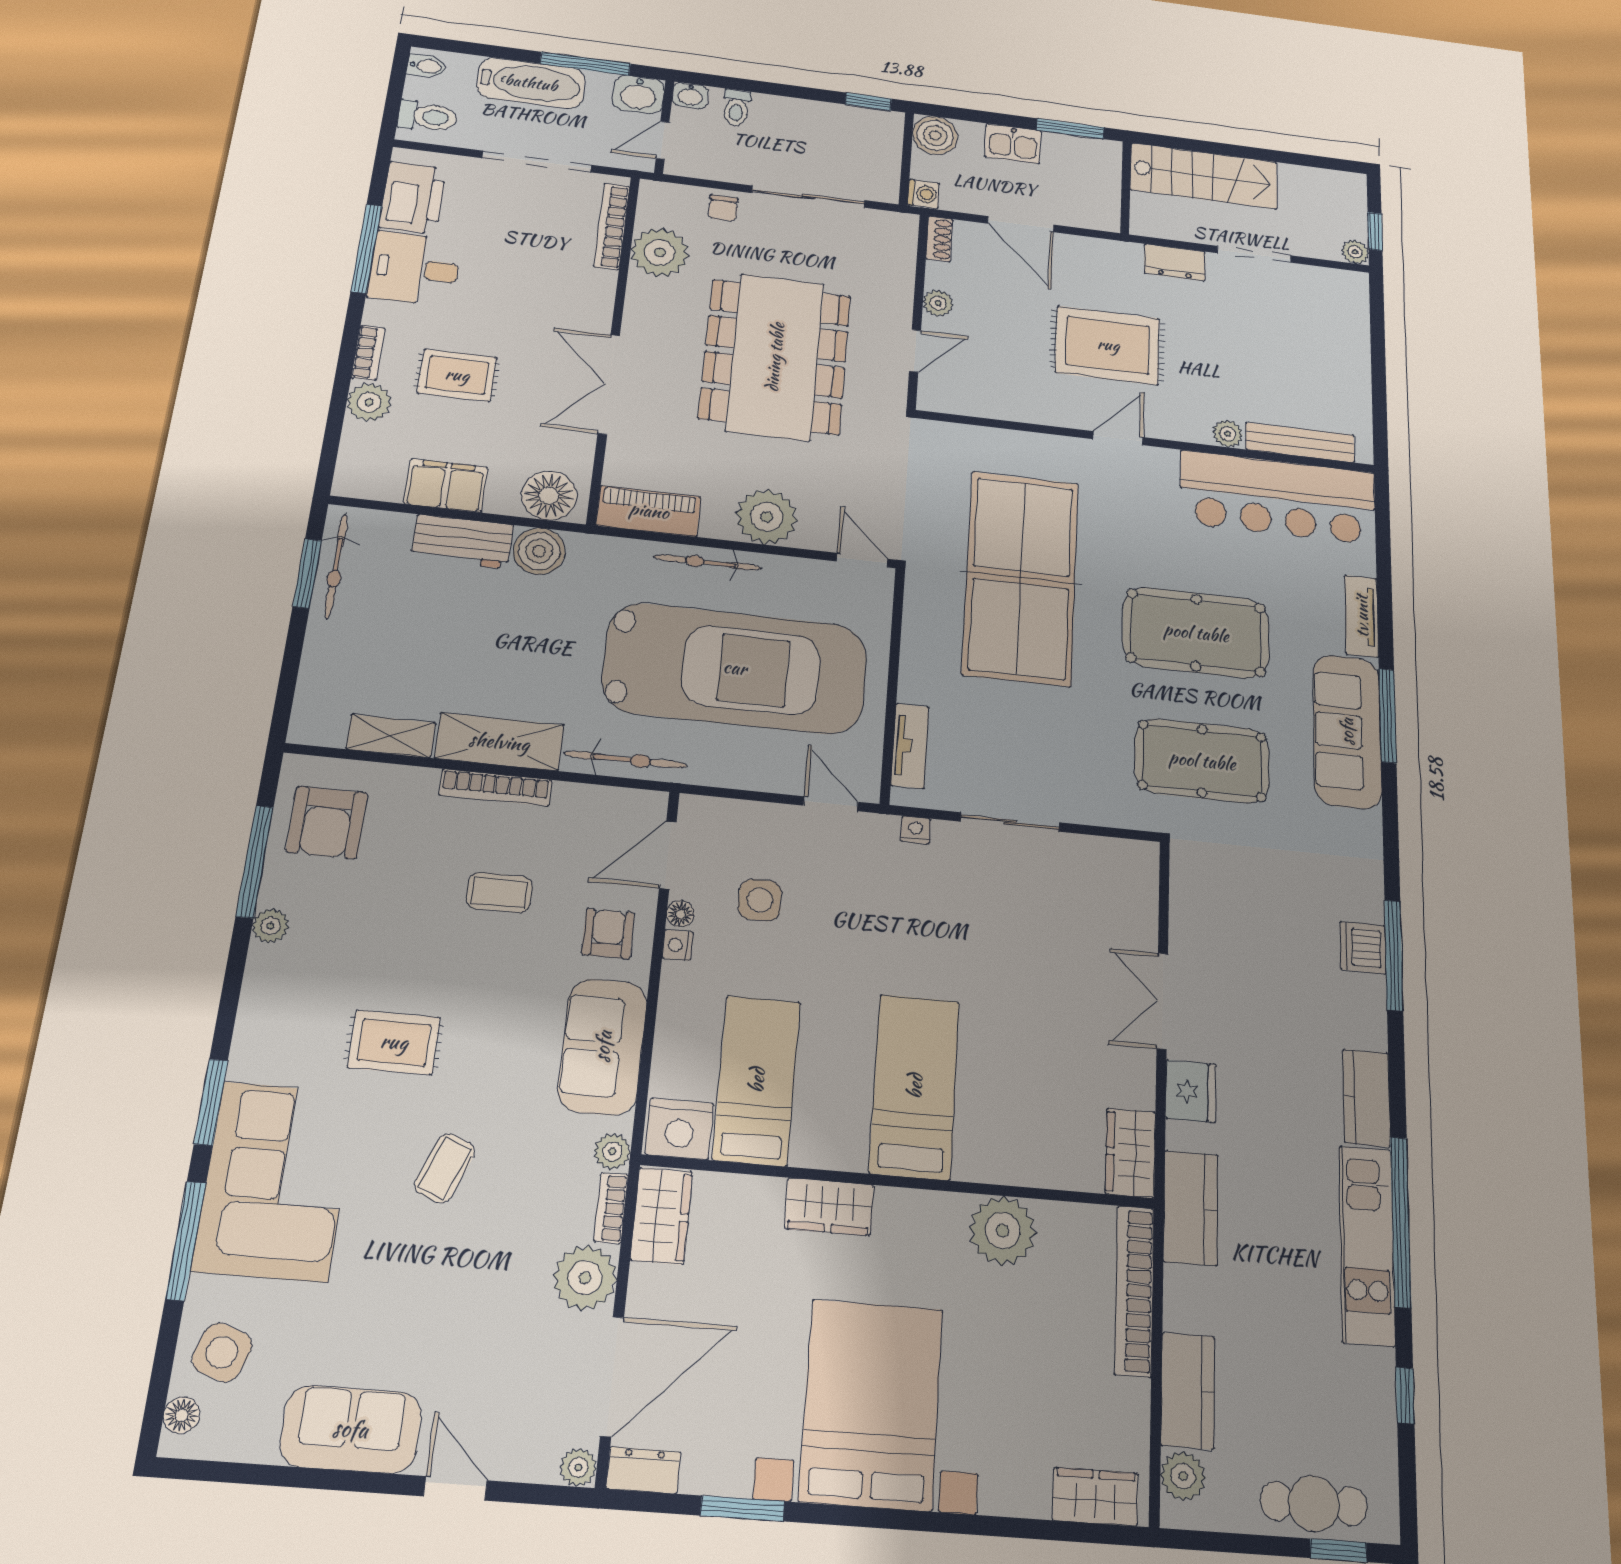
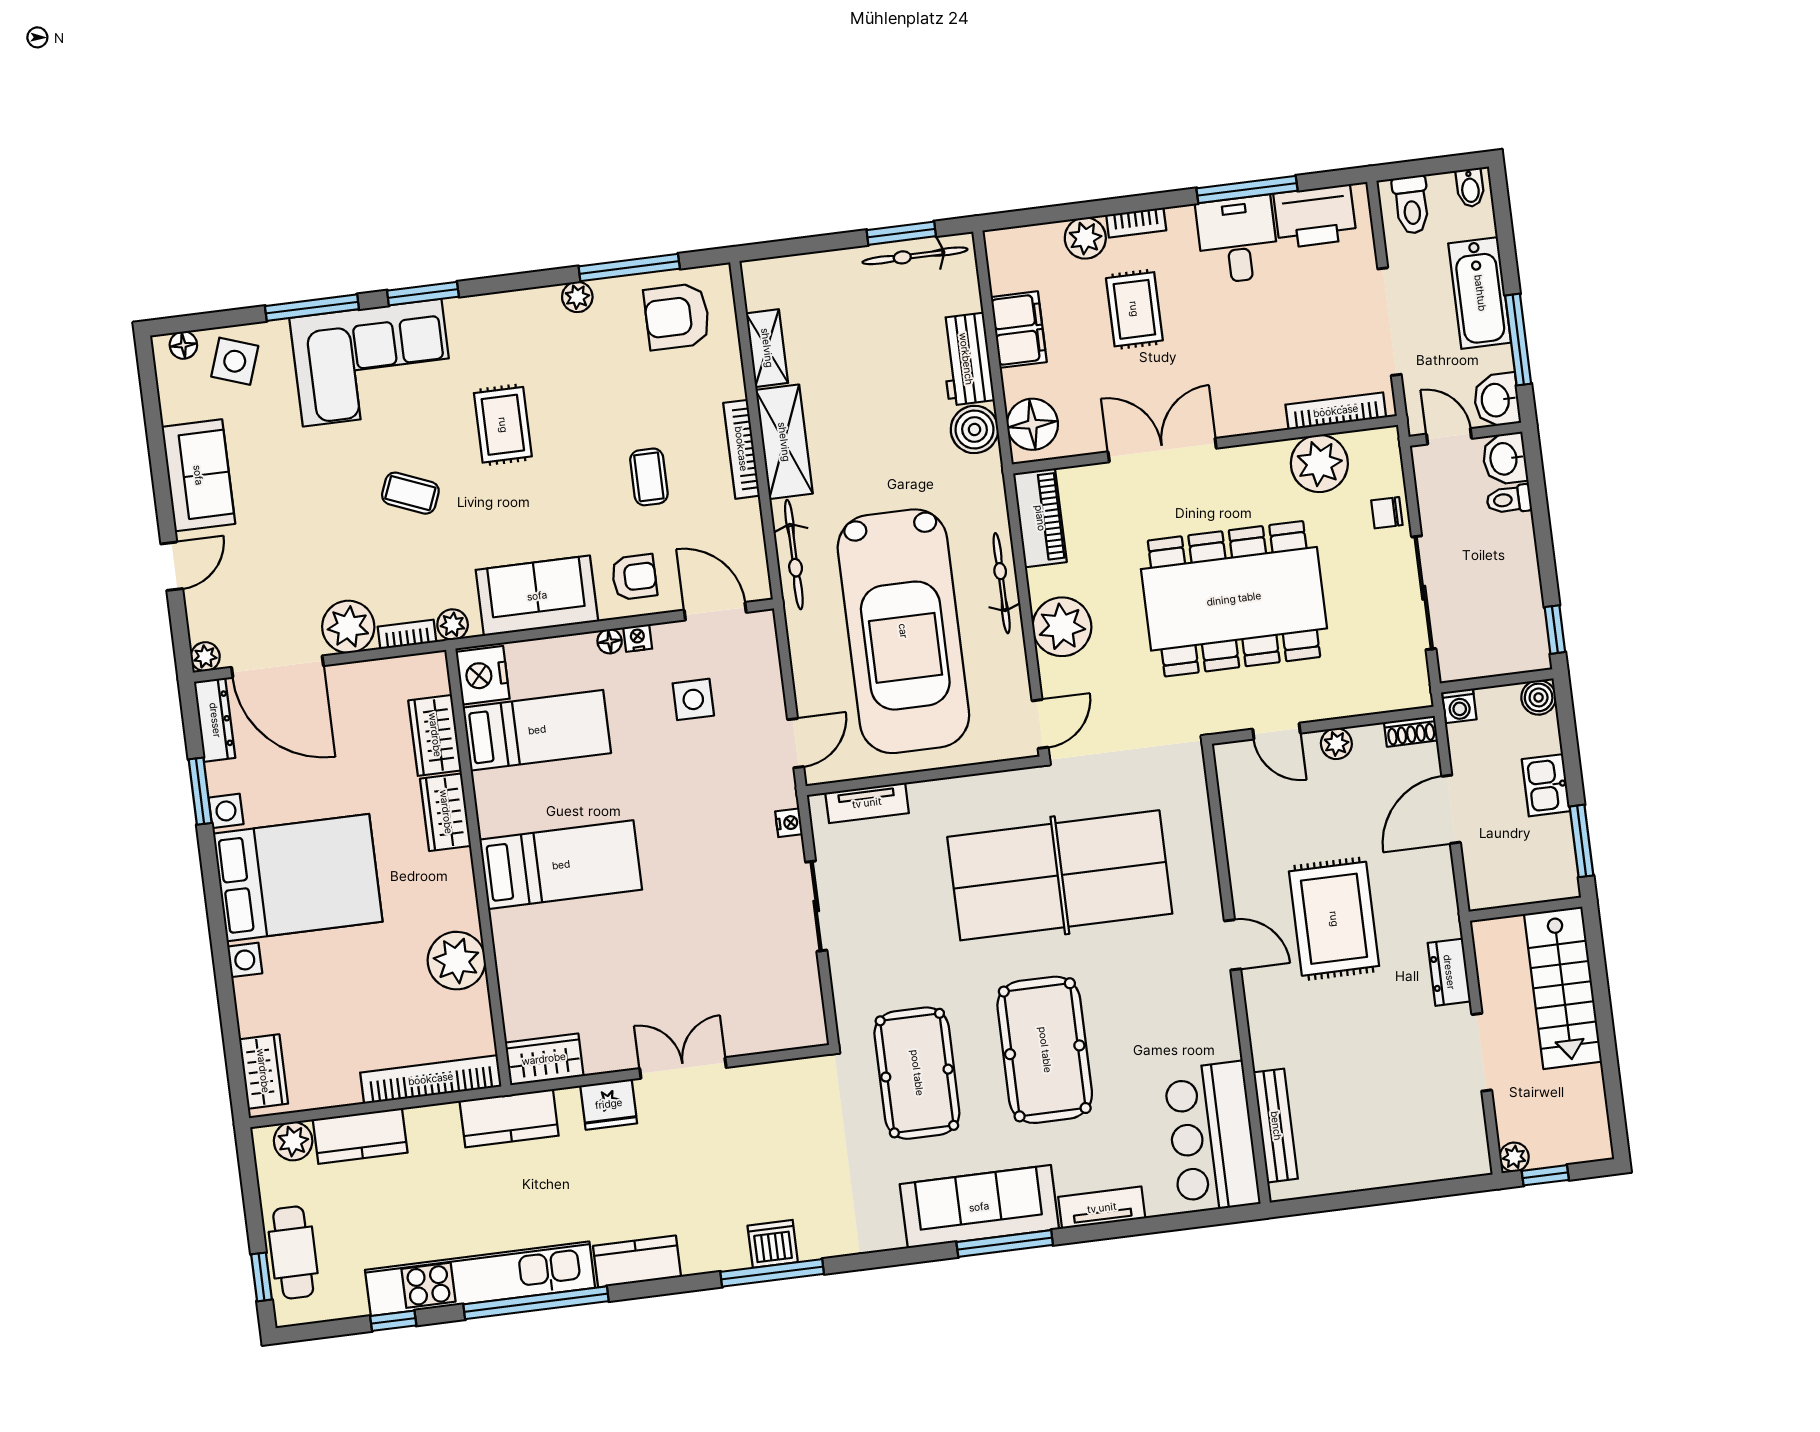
washbasin: (690, 96) -> (1505, 459), width x1.38, depth x1.45
boiler: (935, 135) -> (1539, 697), width x0.73, depth x0.73
plant: (1228, 434) -> (1266, 1052), removed
bar counter: (1278, 497) -> (1212, 1137), width x0.73
floor lamp: (681, 914) -> (610, 641), moved
wardrobe: (661, 1216) -> (435, 735), moved, turned 90
kitchen unit: (1367, 1245) -> (480, 1279), width x1.36
dresser: (643, 1470) -> (215, 720), width x1.44

